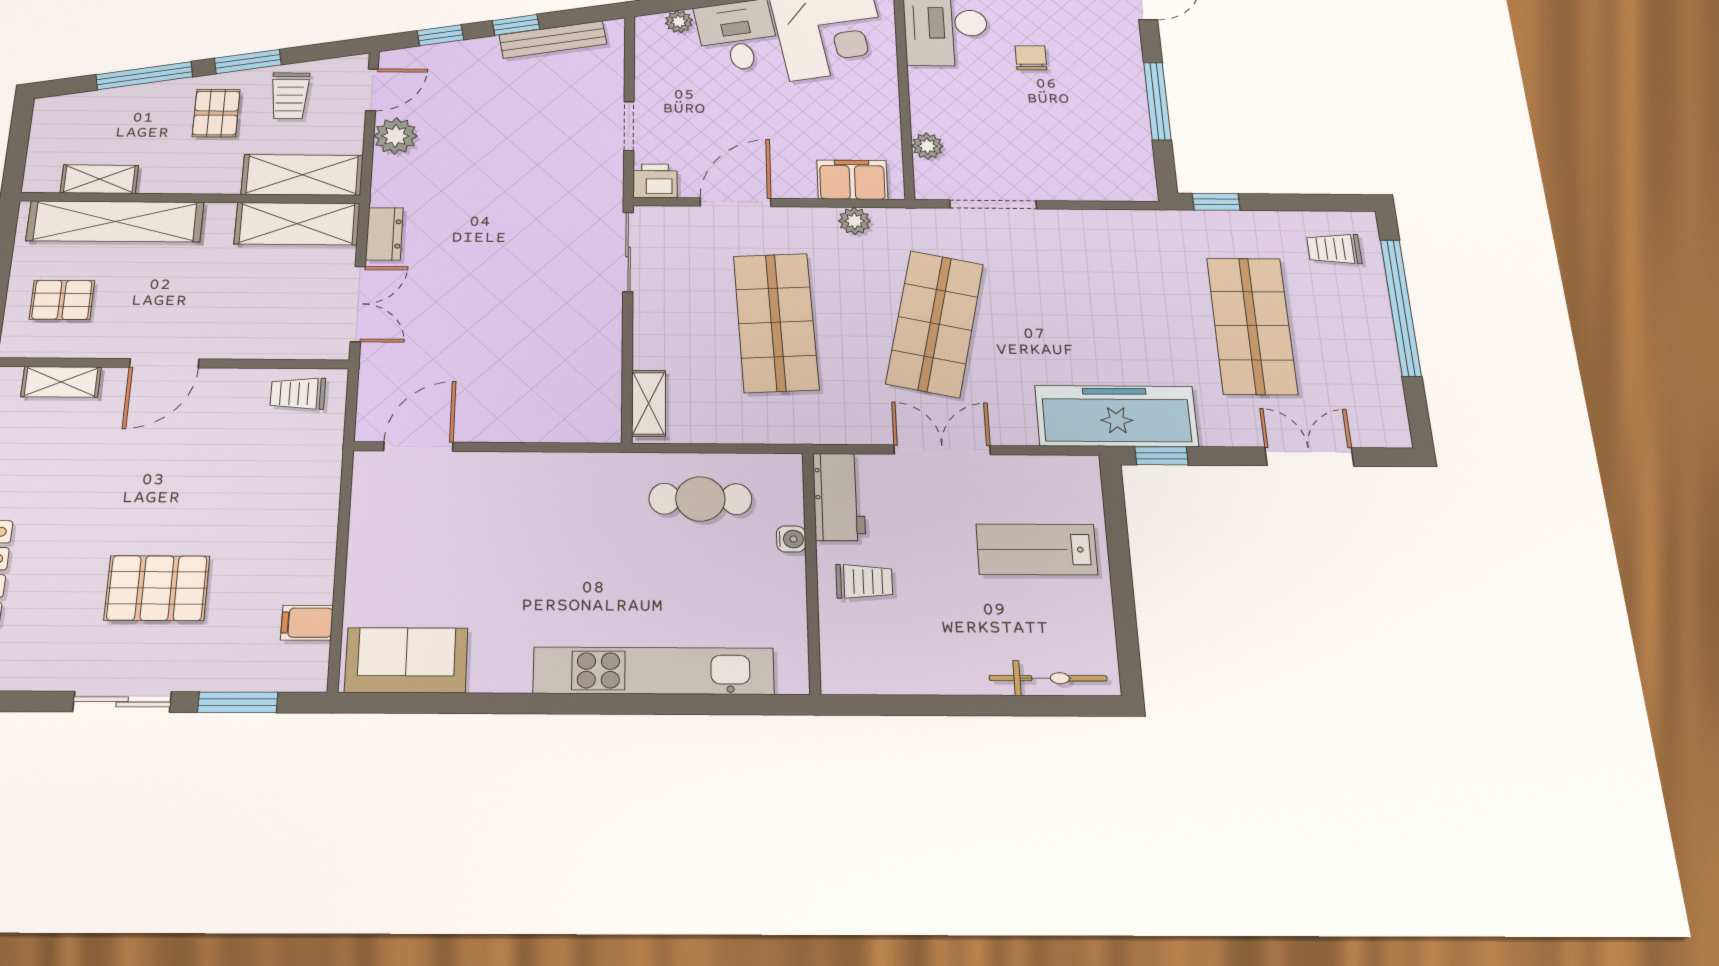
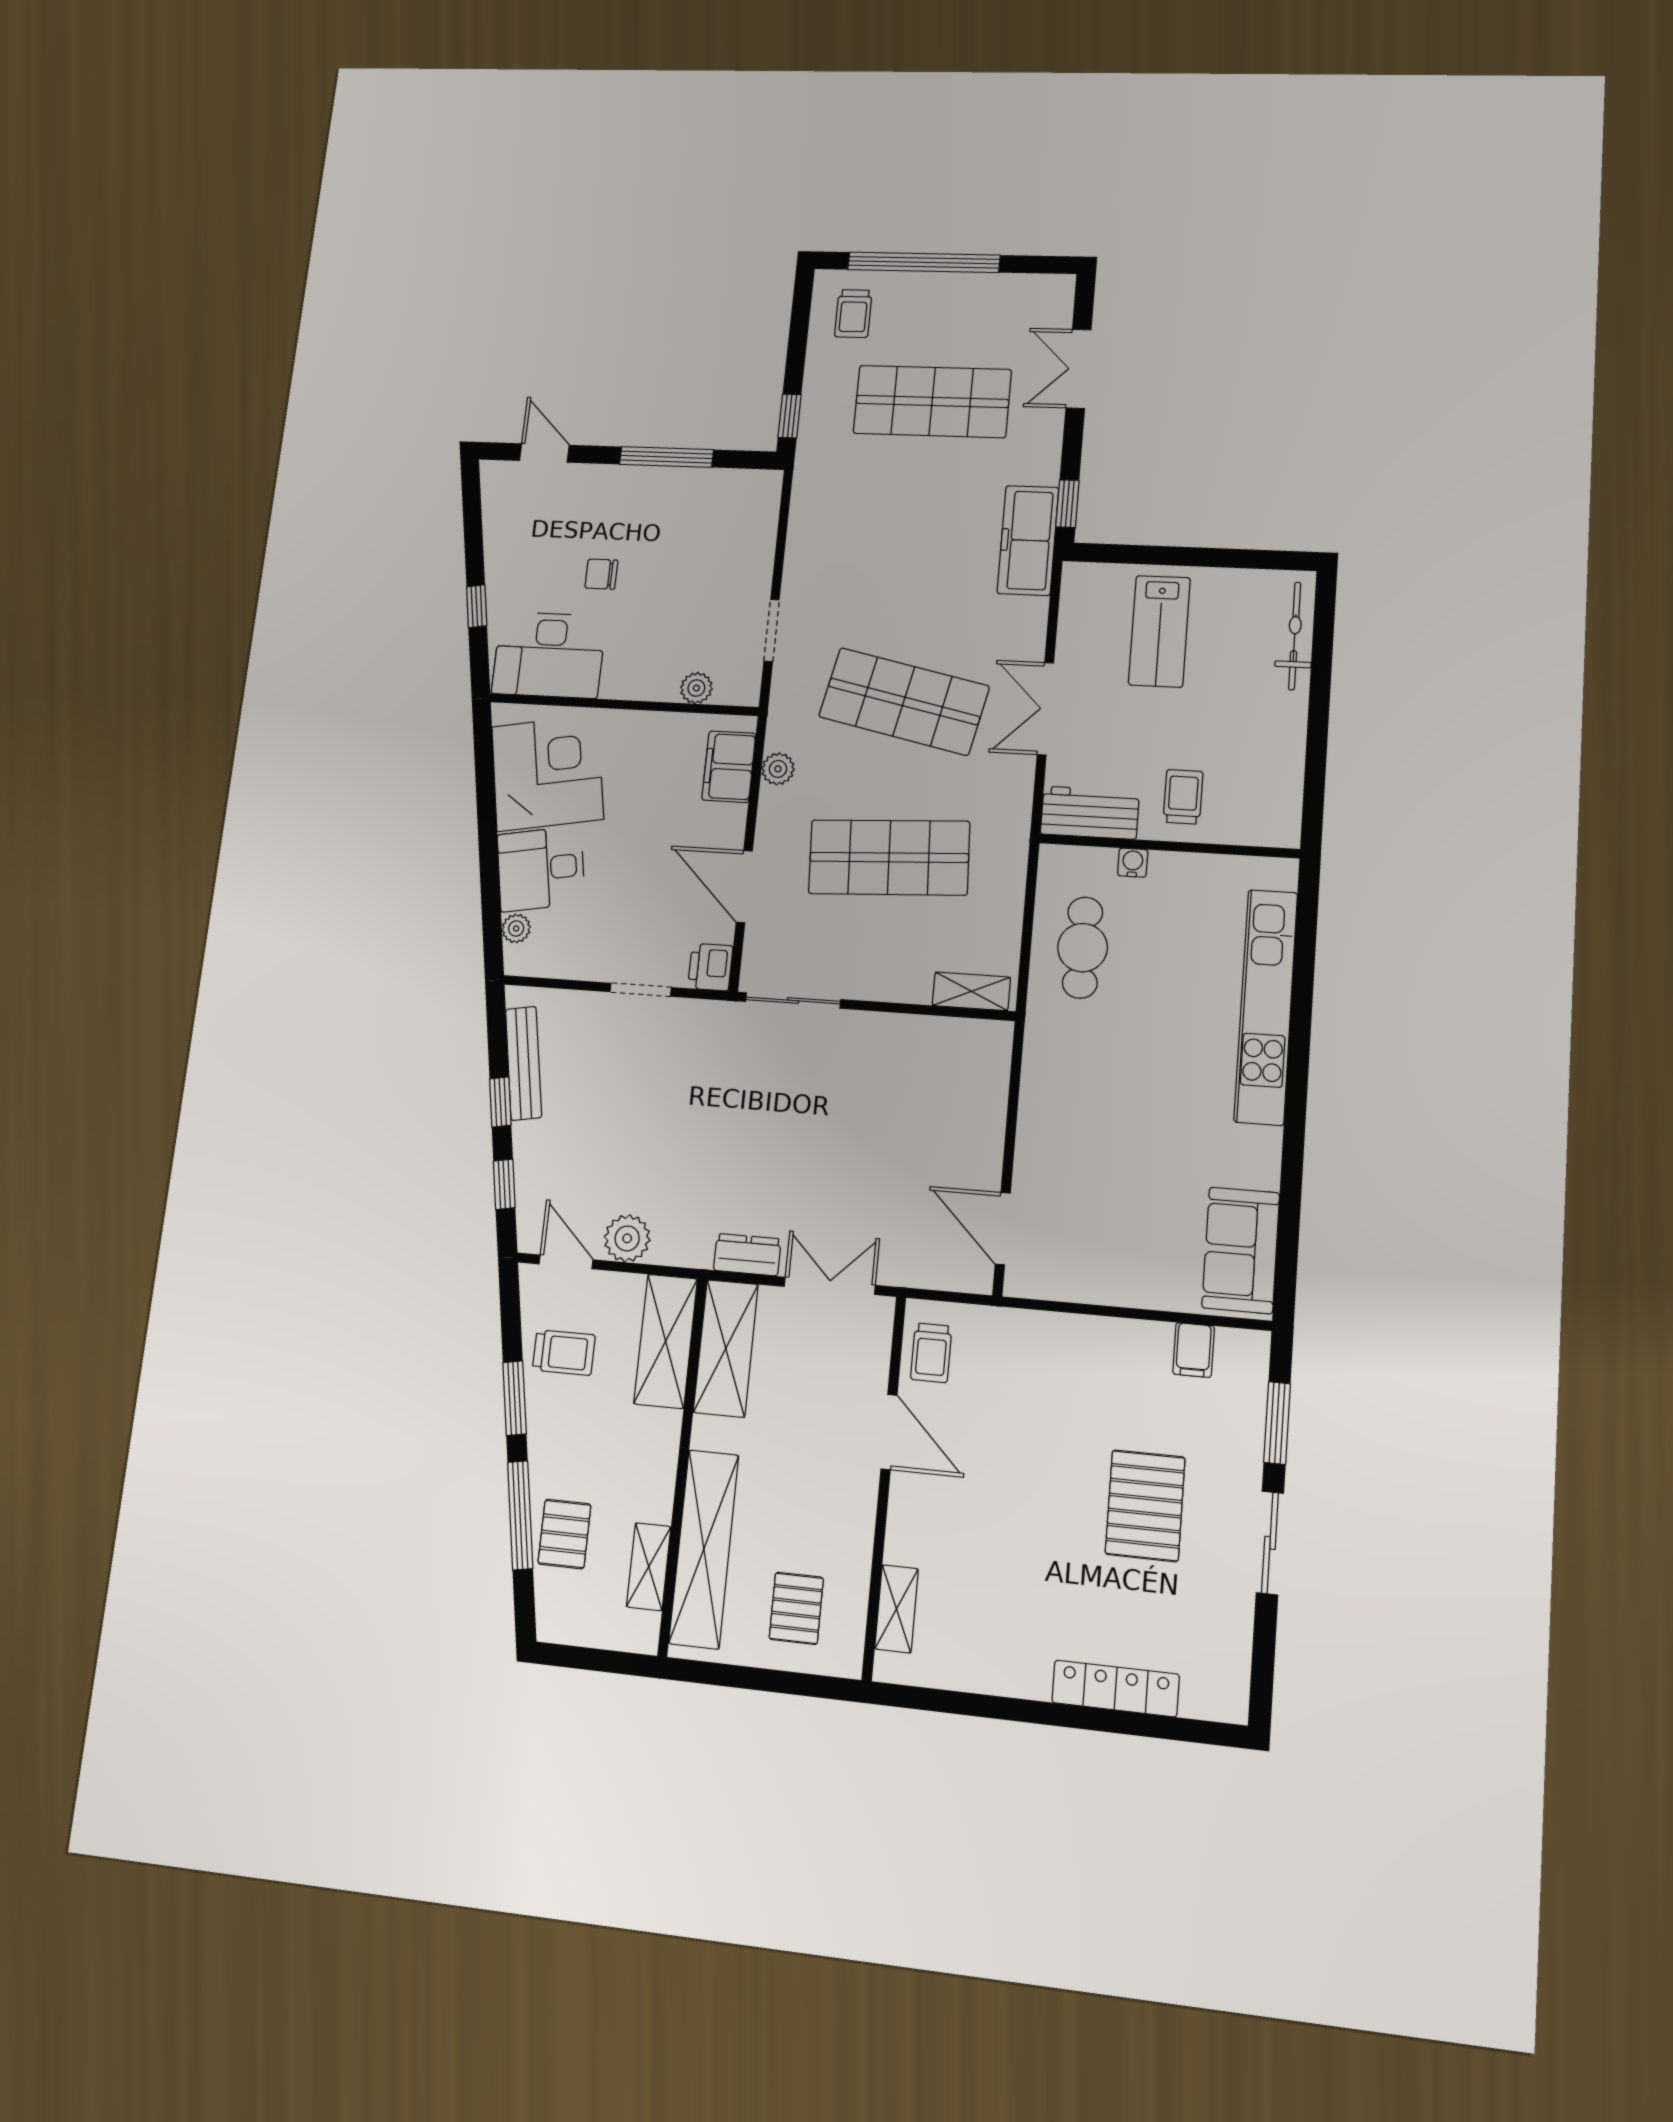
pallet: (216, 113) -> (564, 1534), moved, turned 90
doorway: (993, 204) -> (772, 630), width x0.73
door: (164, 363) -> (889, 1432), moved
freezer: (1116, 416) -> (1028, 540), width x0.73, depth x0.79

